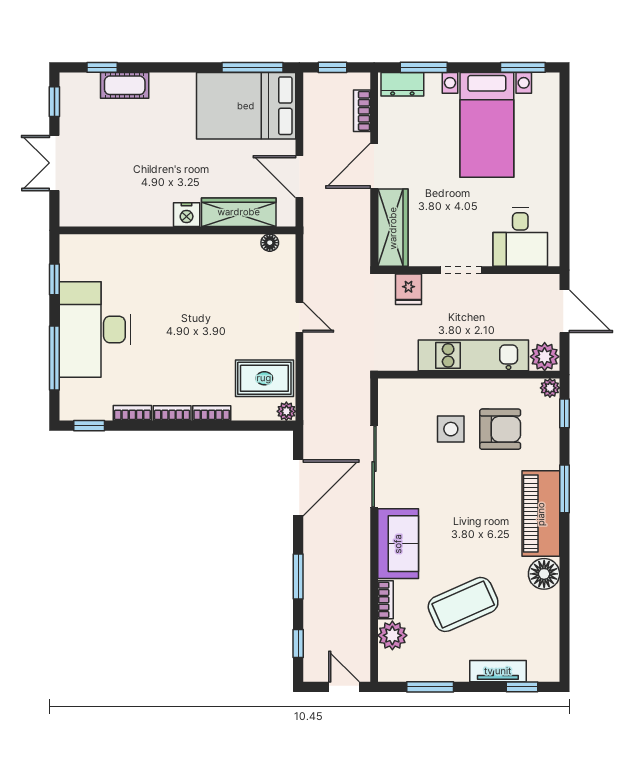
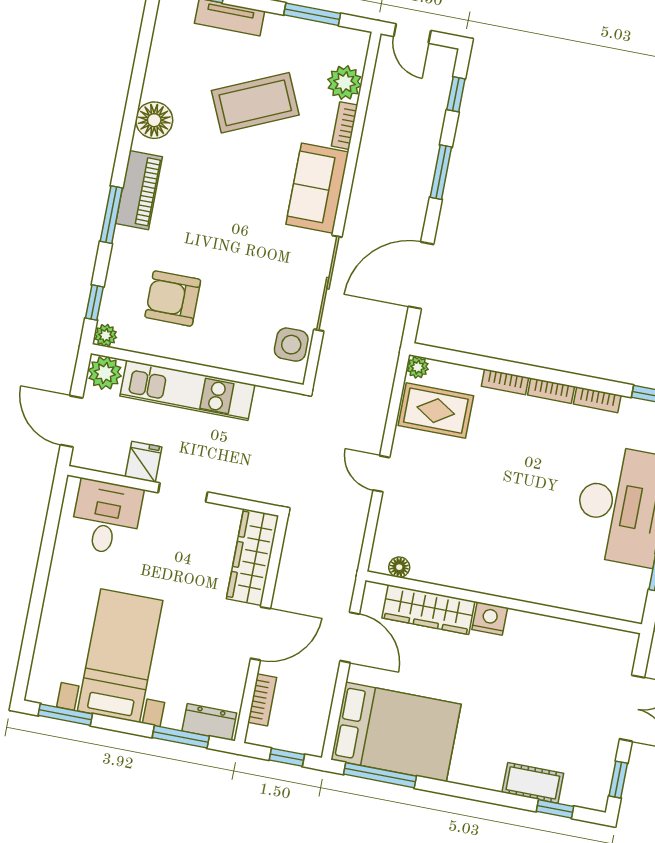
fridge: (408, 289) -> (143, 462), moved
side table: (451, 429) -> (291, 345), moved
piano: (541, 514) -> (139, 190), width x0.73, depth x0.75

